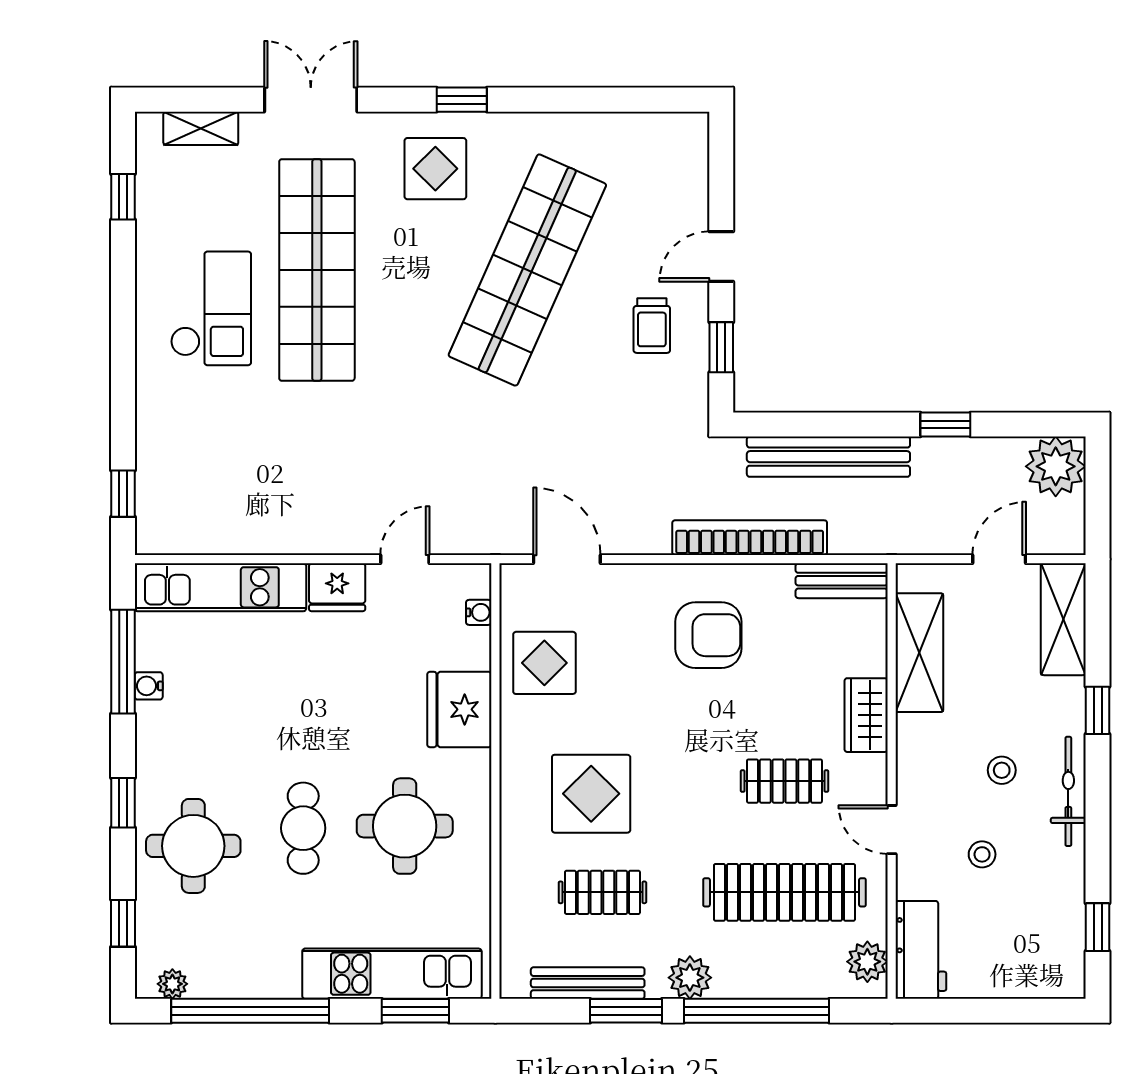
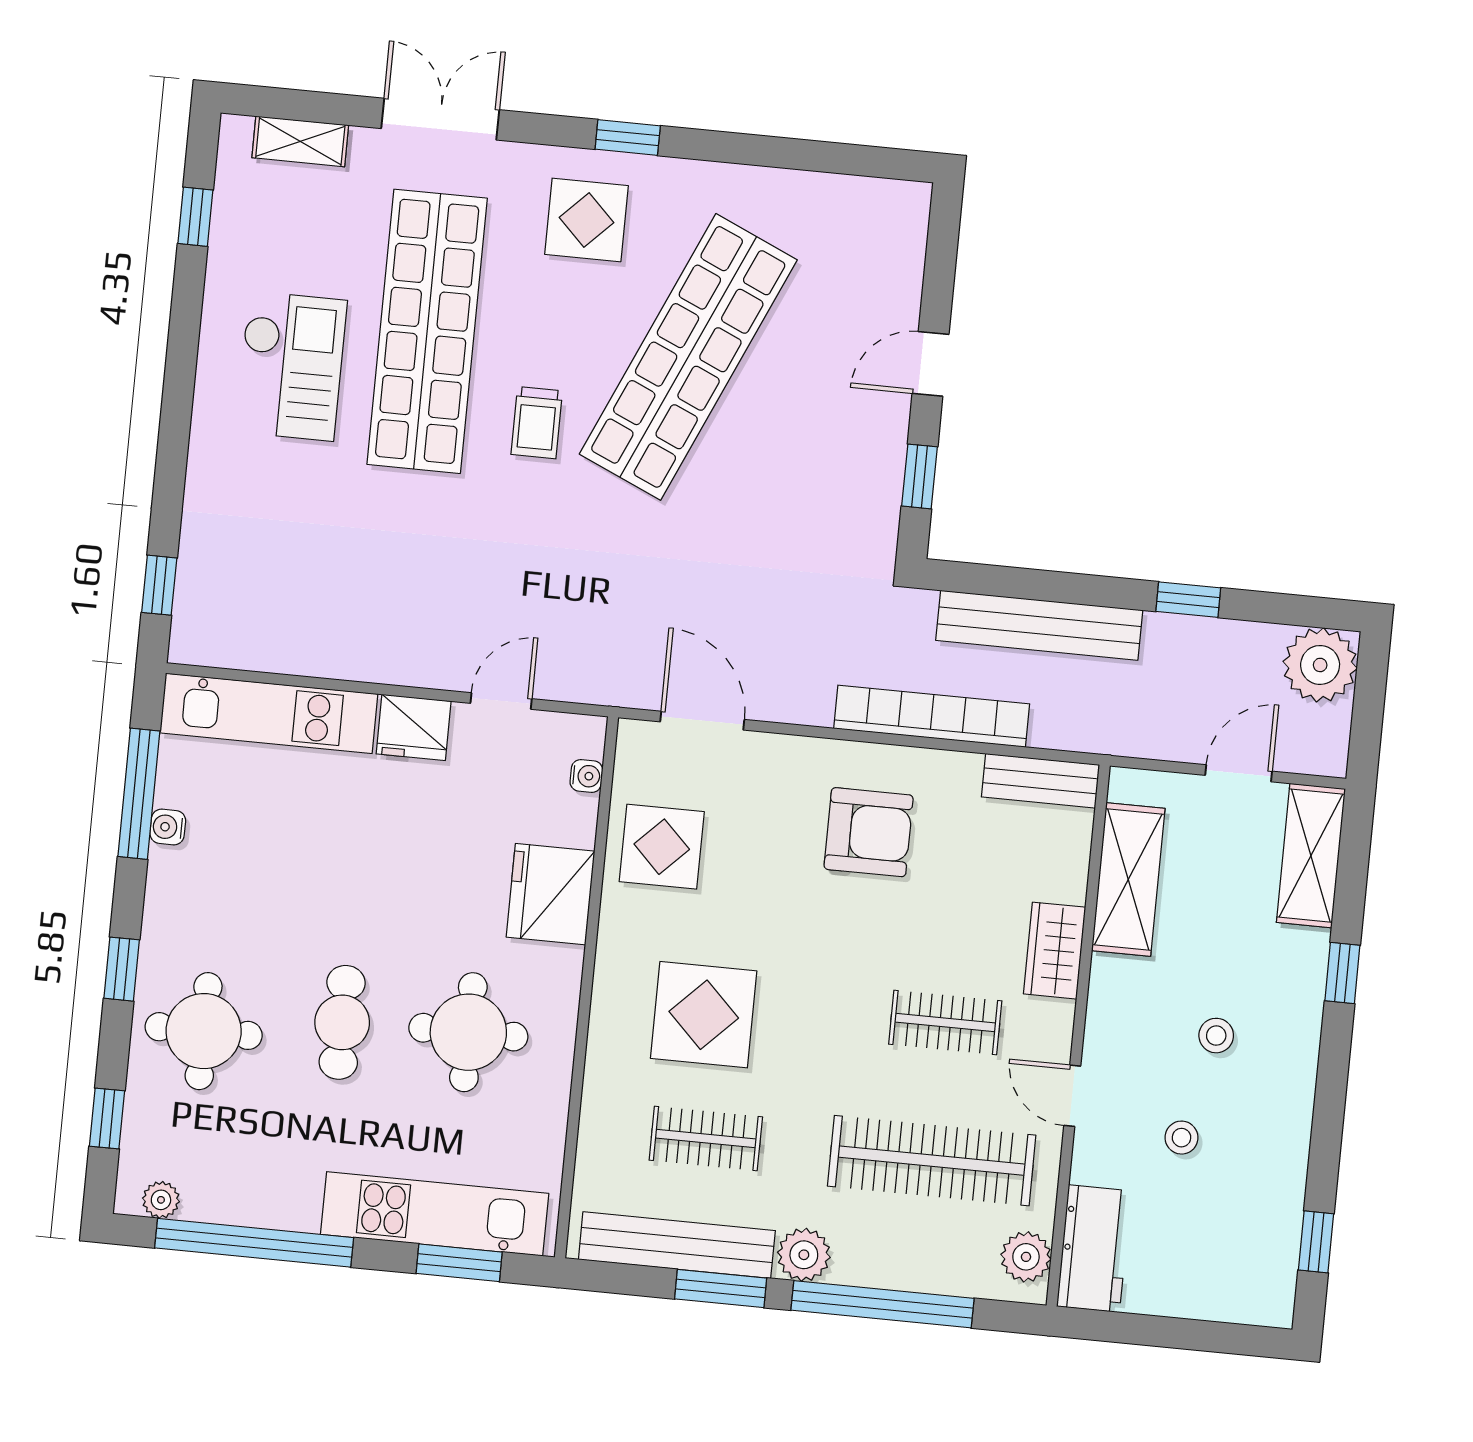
trolley: (652, 326) -> (537, 423), moved
bicycle: (1068, 791) -> (1296, 1070), removed
bench: (588, 983) -> (677, 1245), width x1.37, depth x1.21

